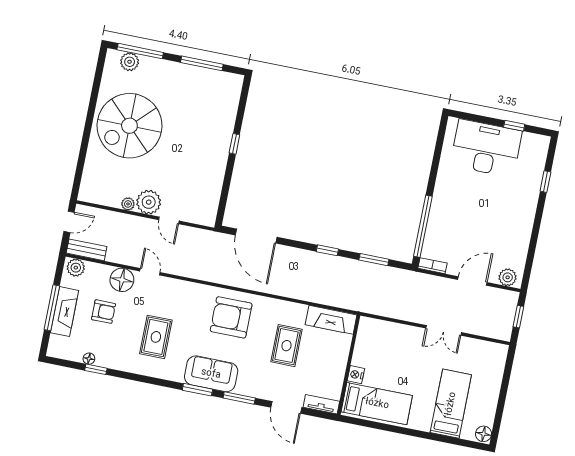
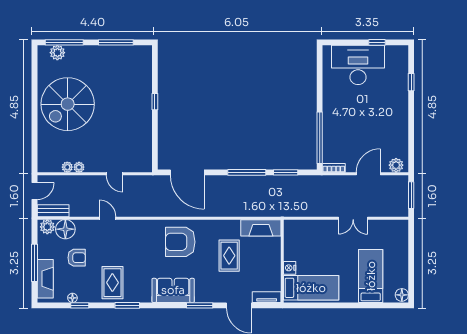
plant: (149, 202) -> (67, 167), moved, width x0.53, depth x0.53
window: (327, 250) -> (247, 172), width x2.17
floor lamp: (122, 280) -> (65, 229), moved
fireplace: (64, 312) -> (45, 279), moved
window: (518, 317) -> (411, 195), width x1.50
rug: (156, 337) -> (112, 283), moved
window: (197, 390) -> (127, 305), moved

